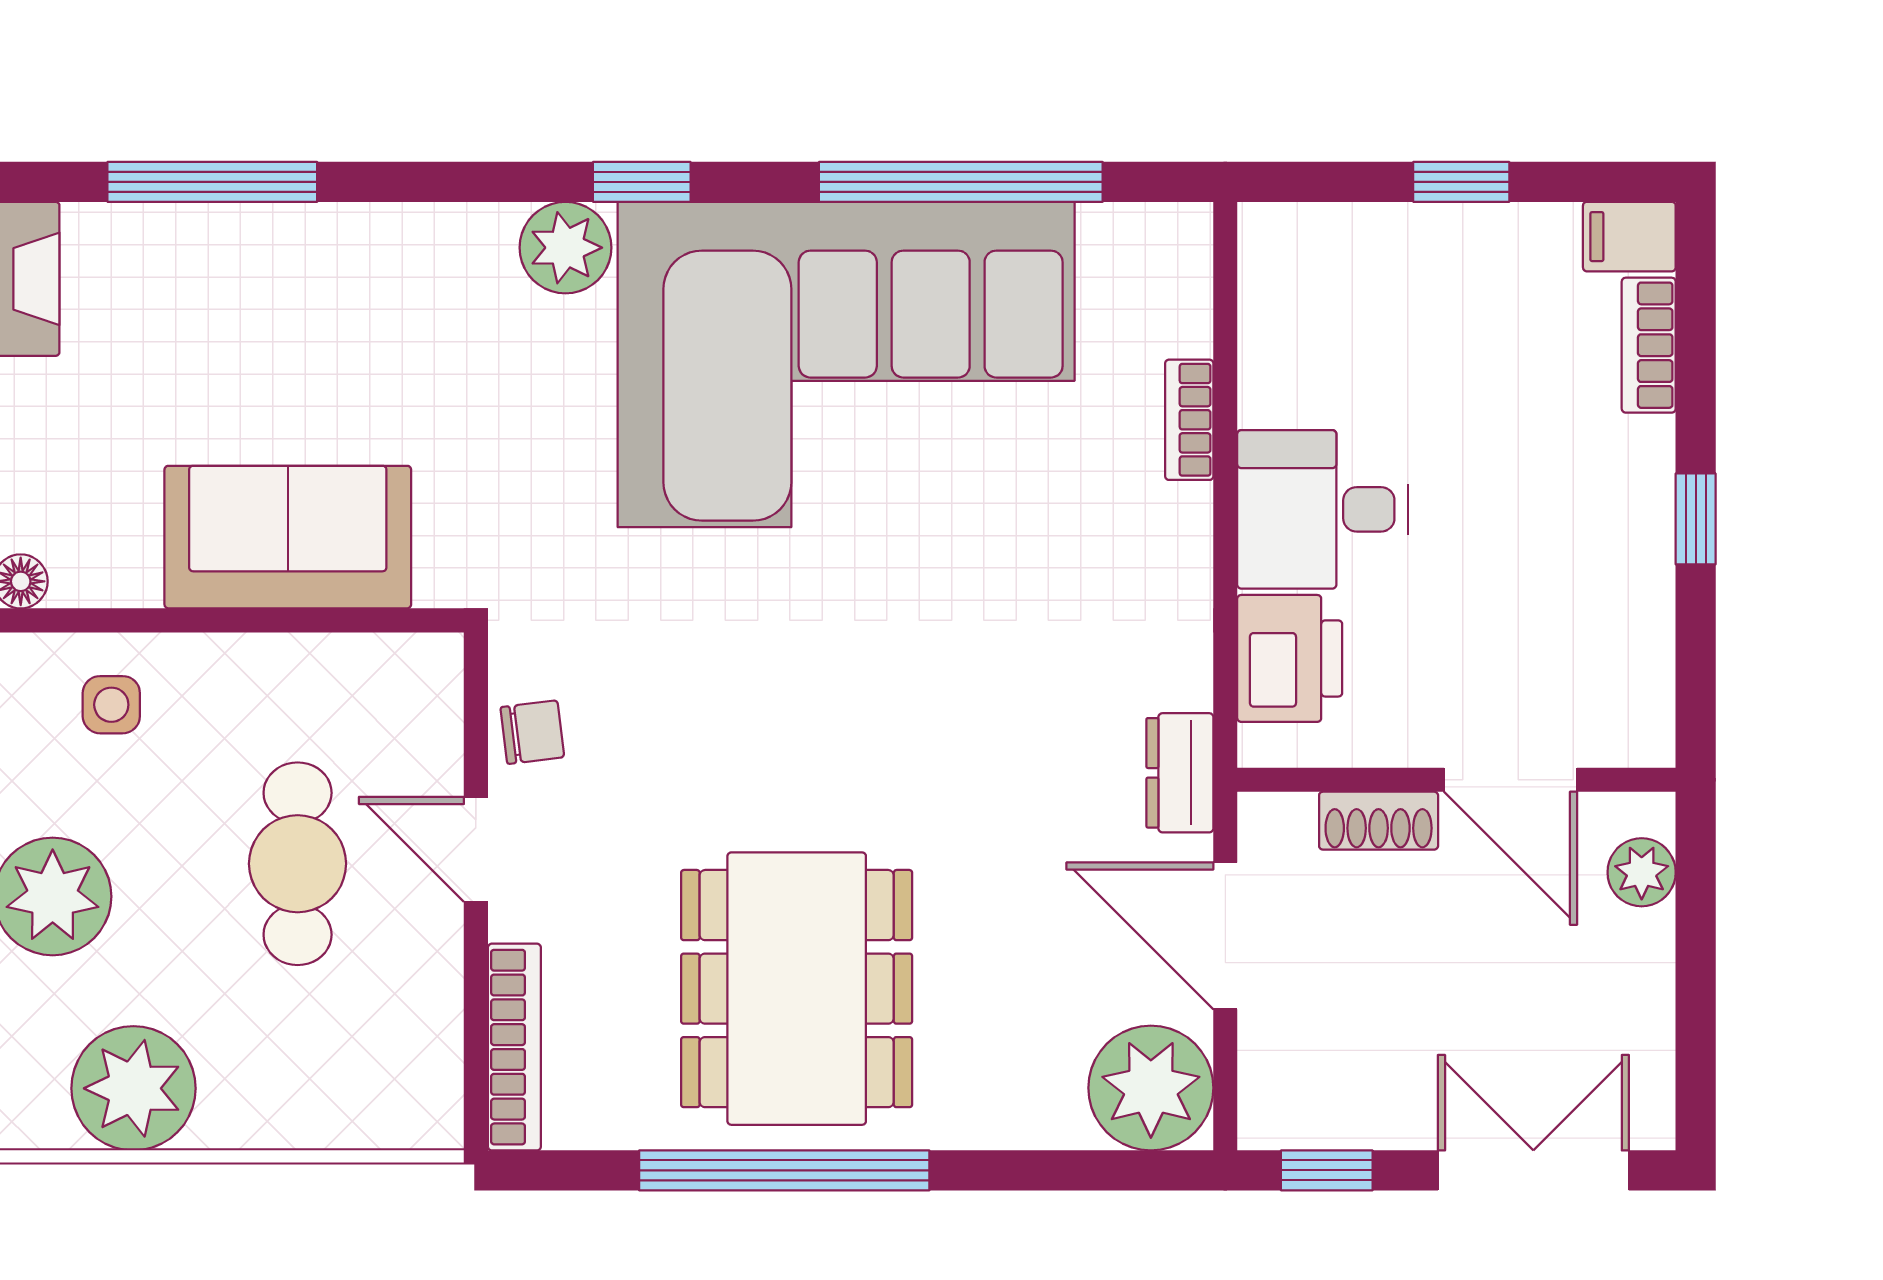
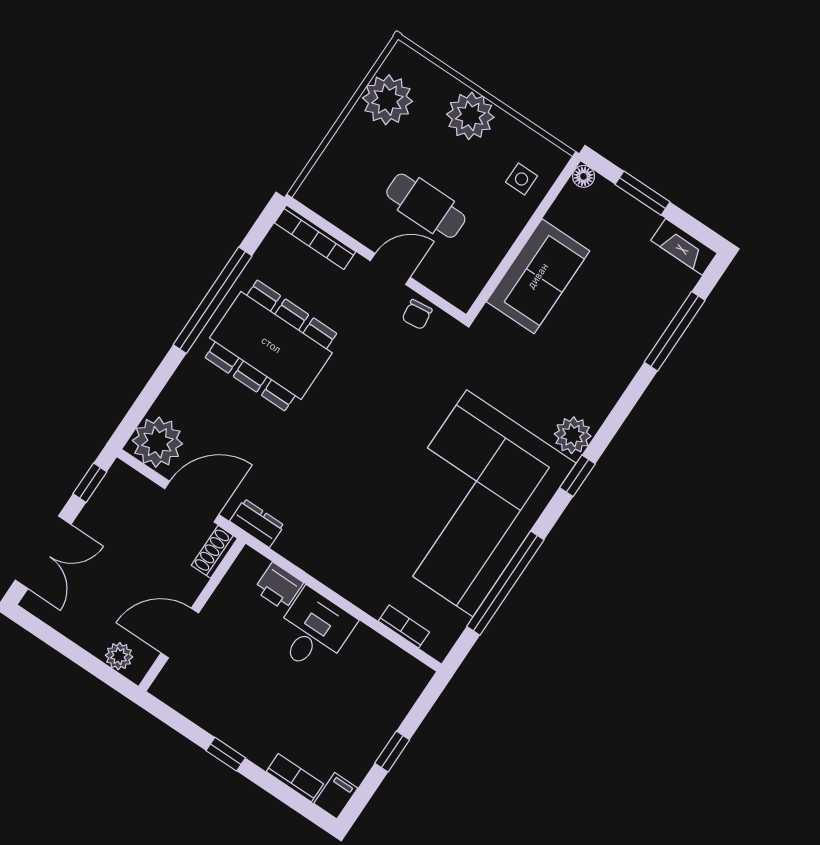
bookcase: (1189, 420) -> (404, 627), moved
printer: (1290, 658) -> (279, 586), width x0.73, depth x0.81
shoe rack: (1379, 821) -> (214, 552), moved

